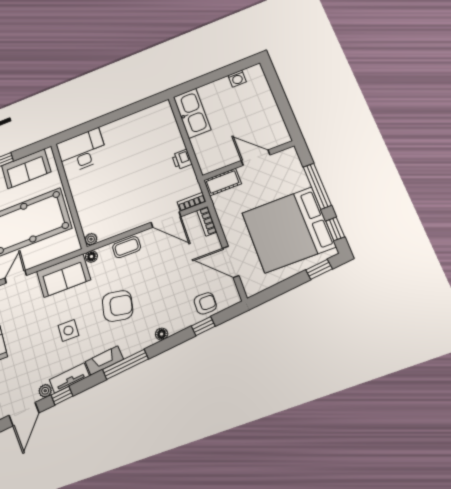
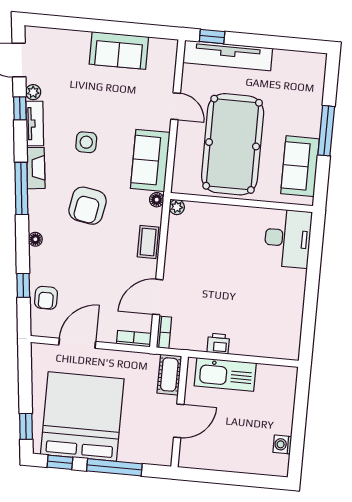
kitchen sink: (192, 113) -> (225, 374), moved

